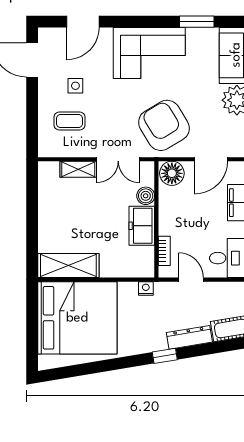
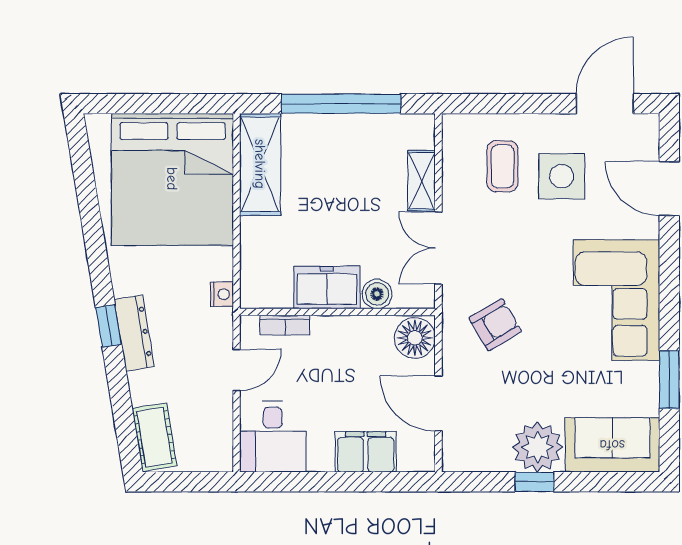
side table: (75, 86) -> (562, 176), width x1.87, depth x1.87
armchair: (164, 125) -> (495, 325), width x0.53, depth x0.53
window: (32, 217) -> (341, 104), added
dresser: (189, 337) -> (134, 333), moved

